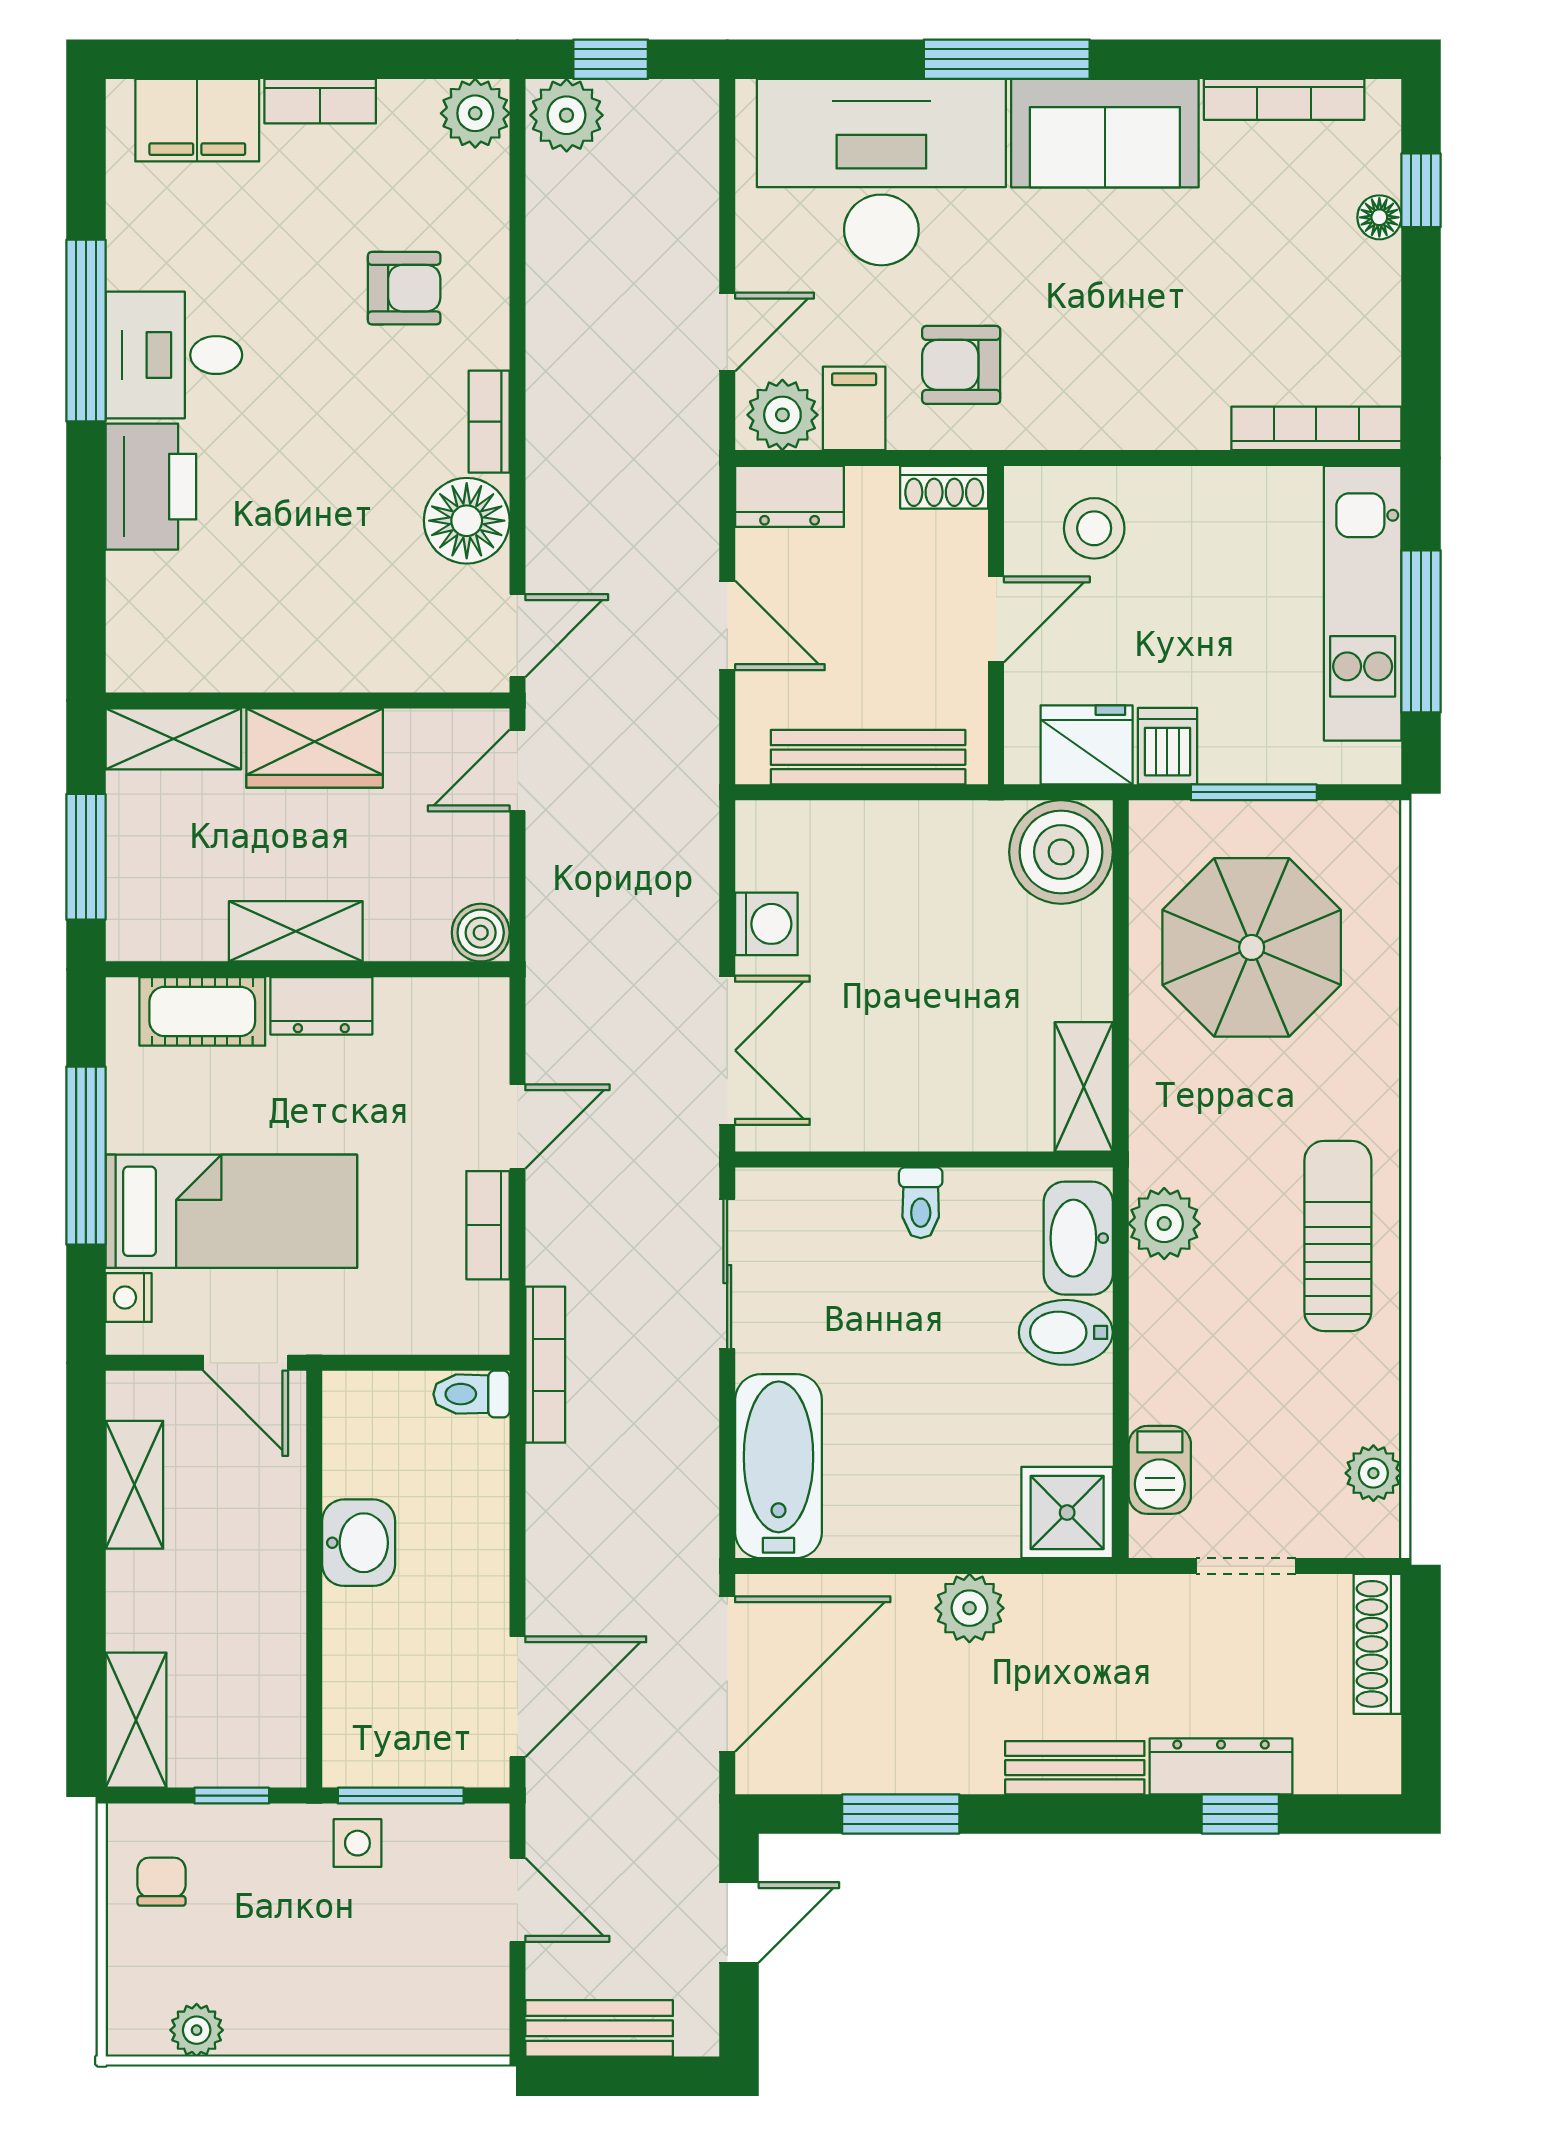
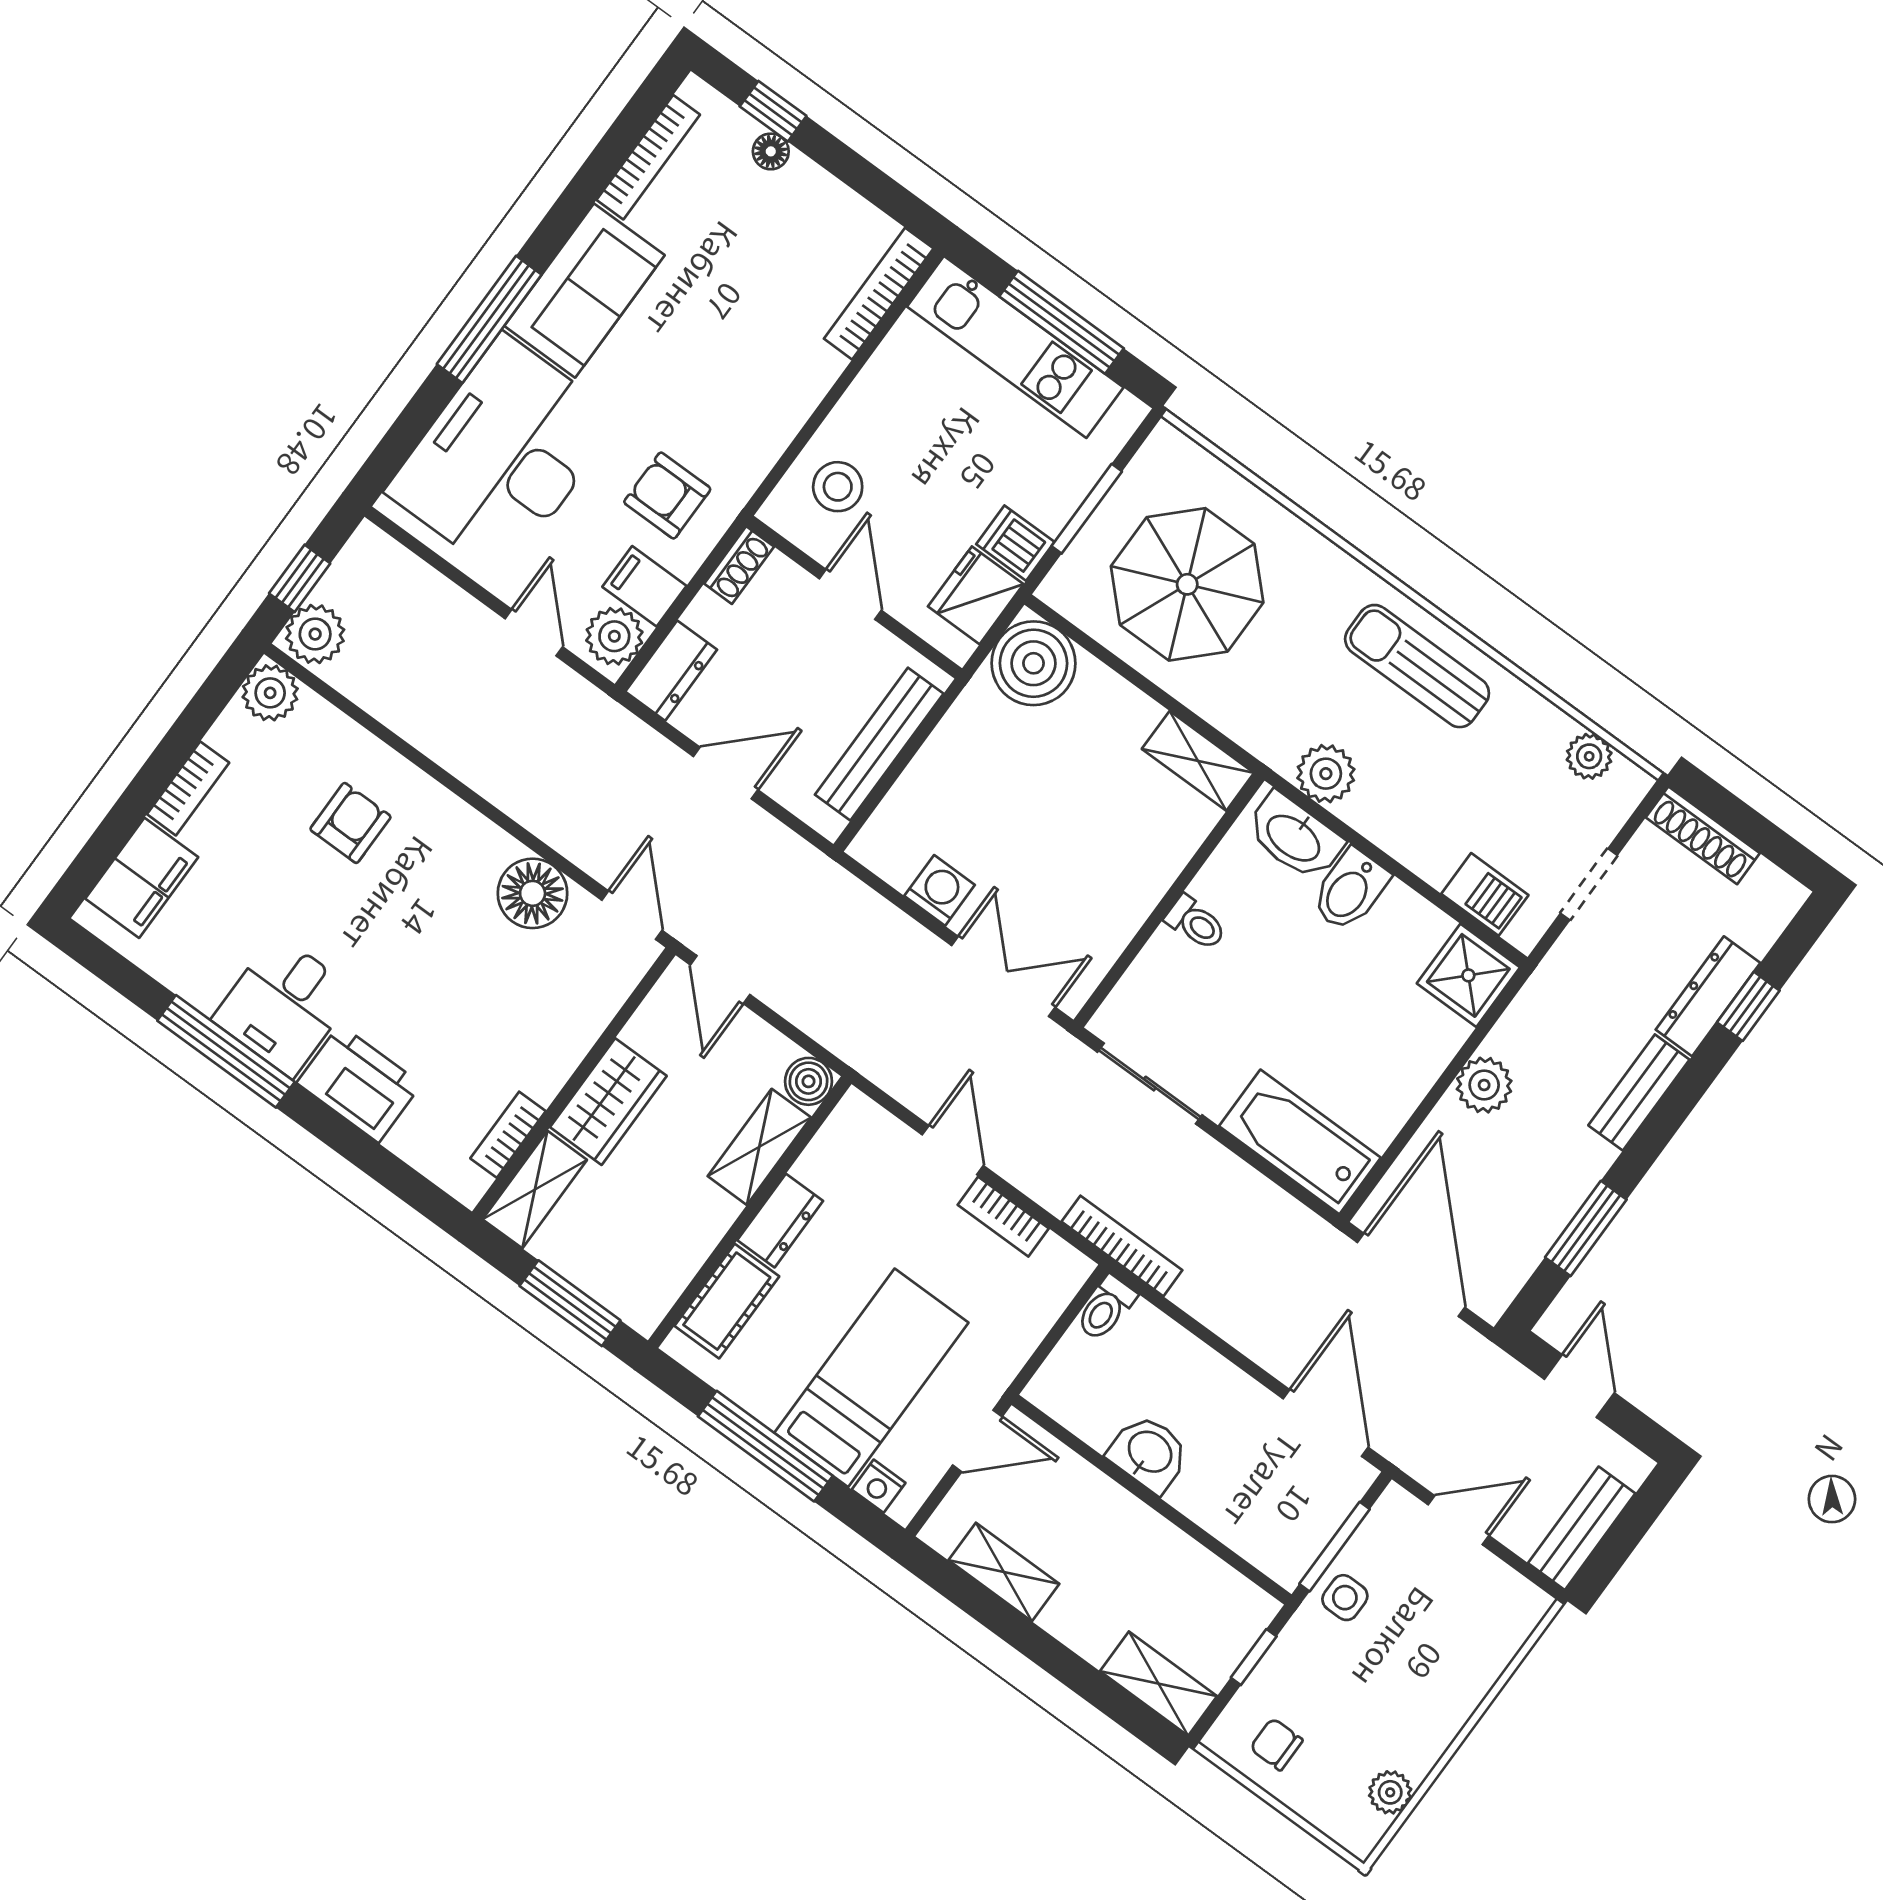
armchair: (961, 365) -> (667, 495), turned 90
bookcase: (489, 422) -> (508, 1135), moved, turned 90
shelving: (296, 931) -> (759, 1147), moved

